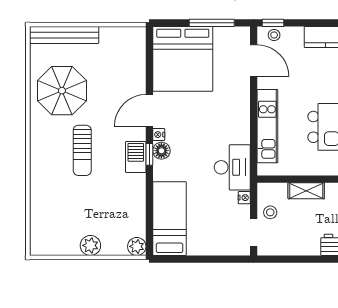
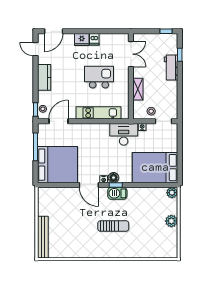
parasol: (62, 91) -> (77, 238), removed
bed: (170, 219) -> (155, 168), width x1.50

